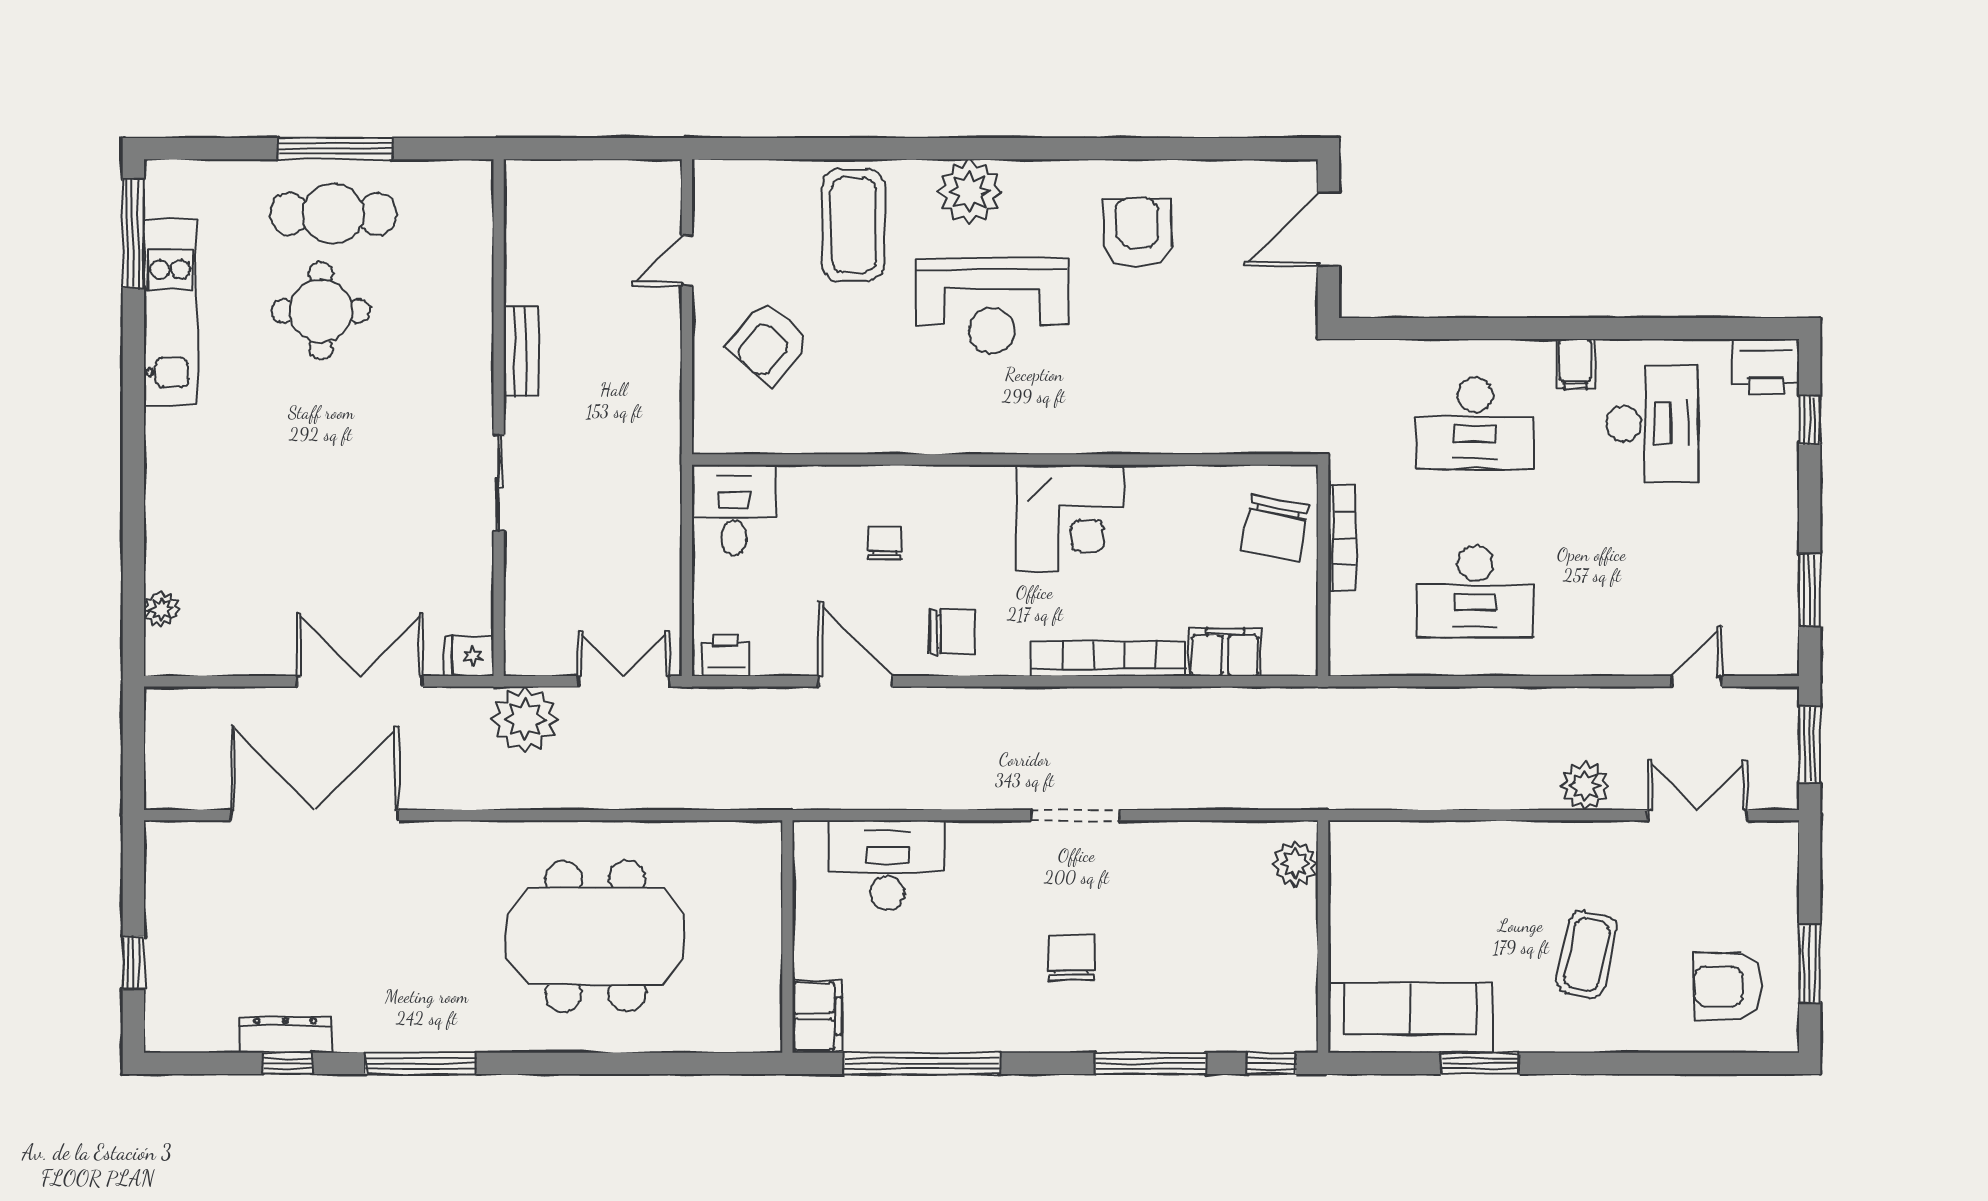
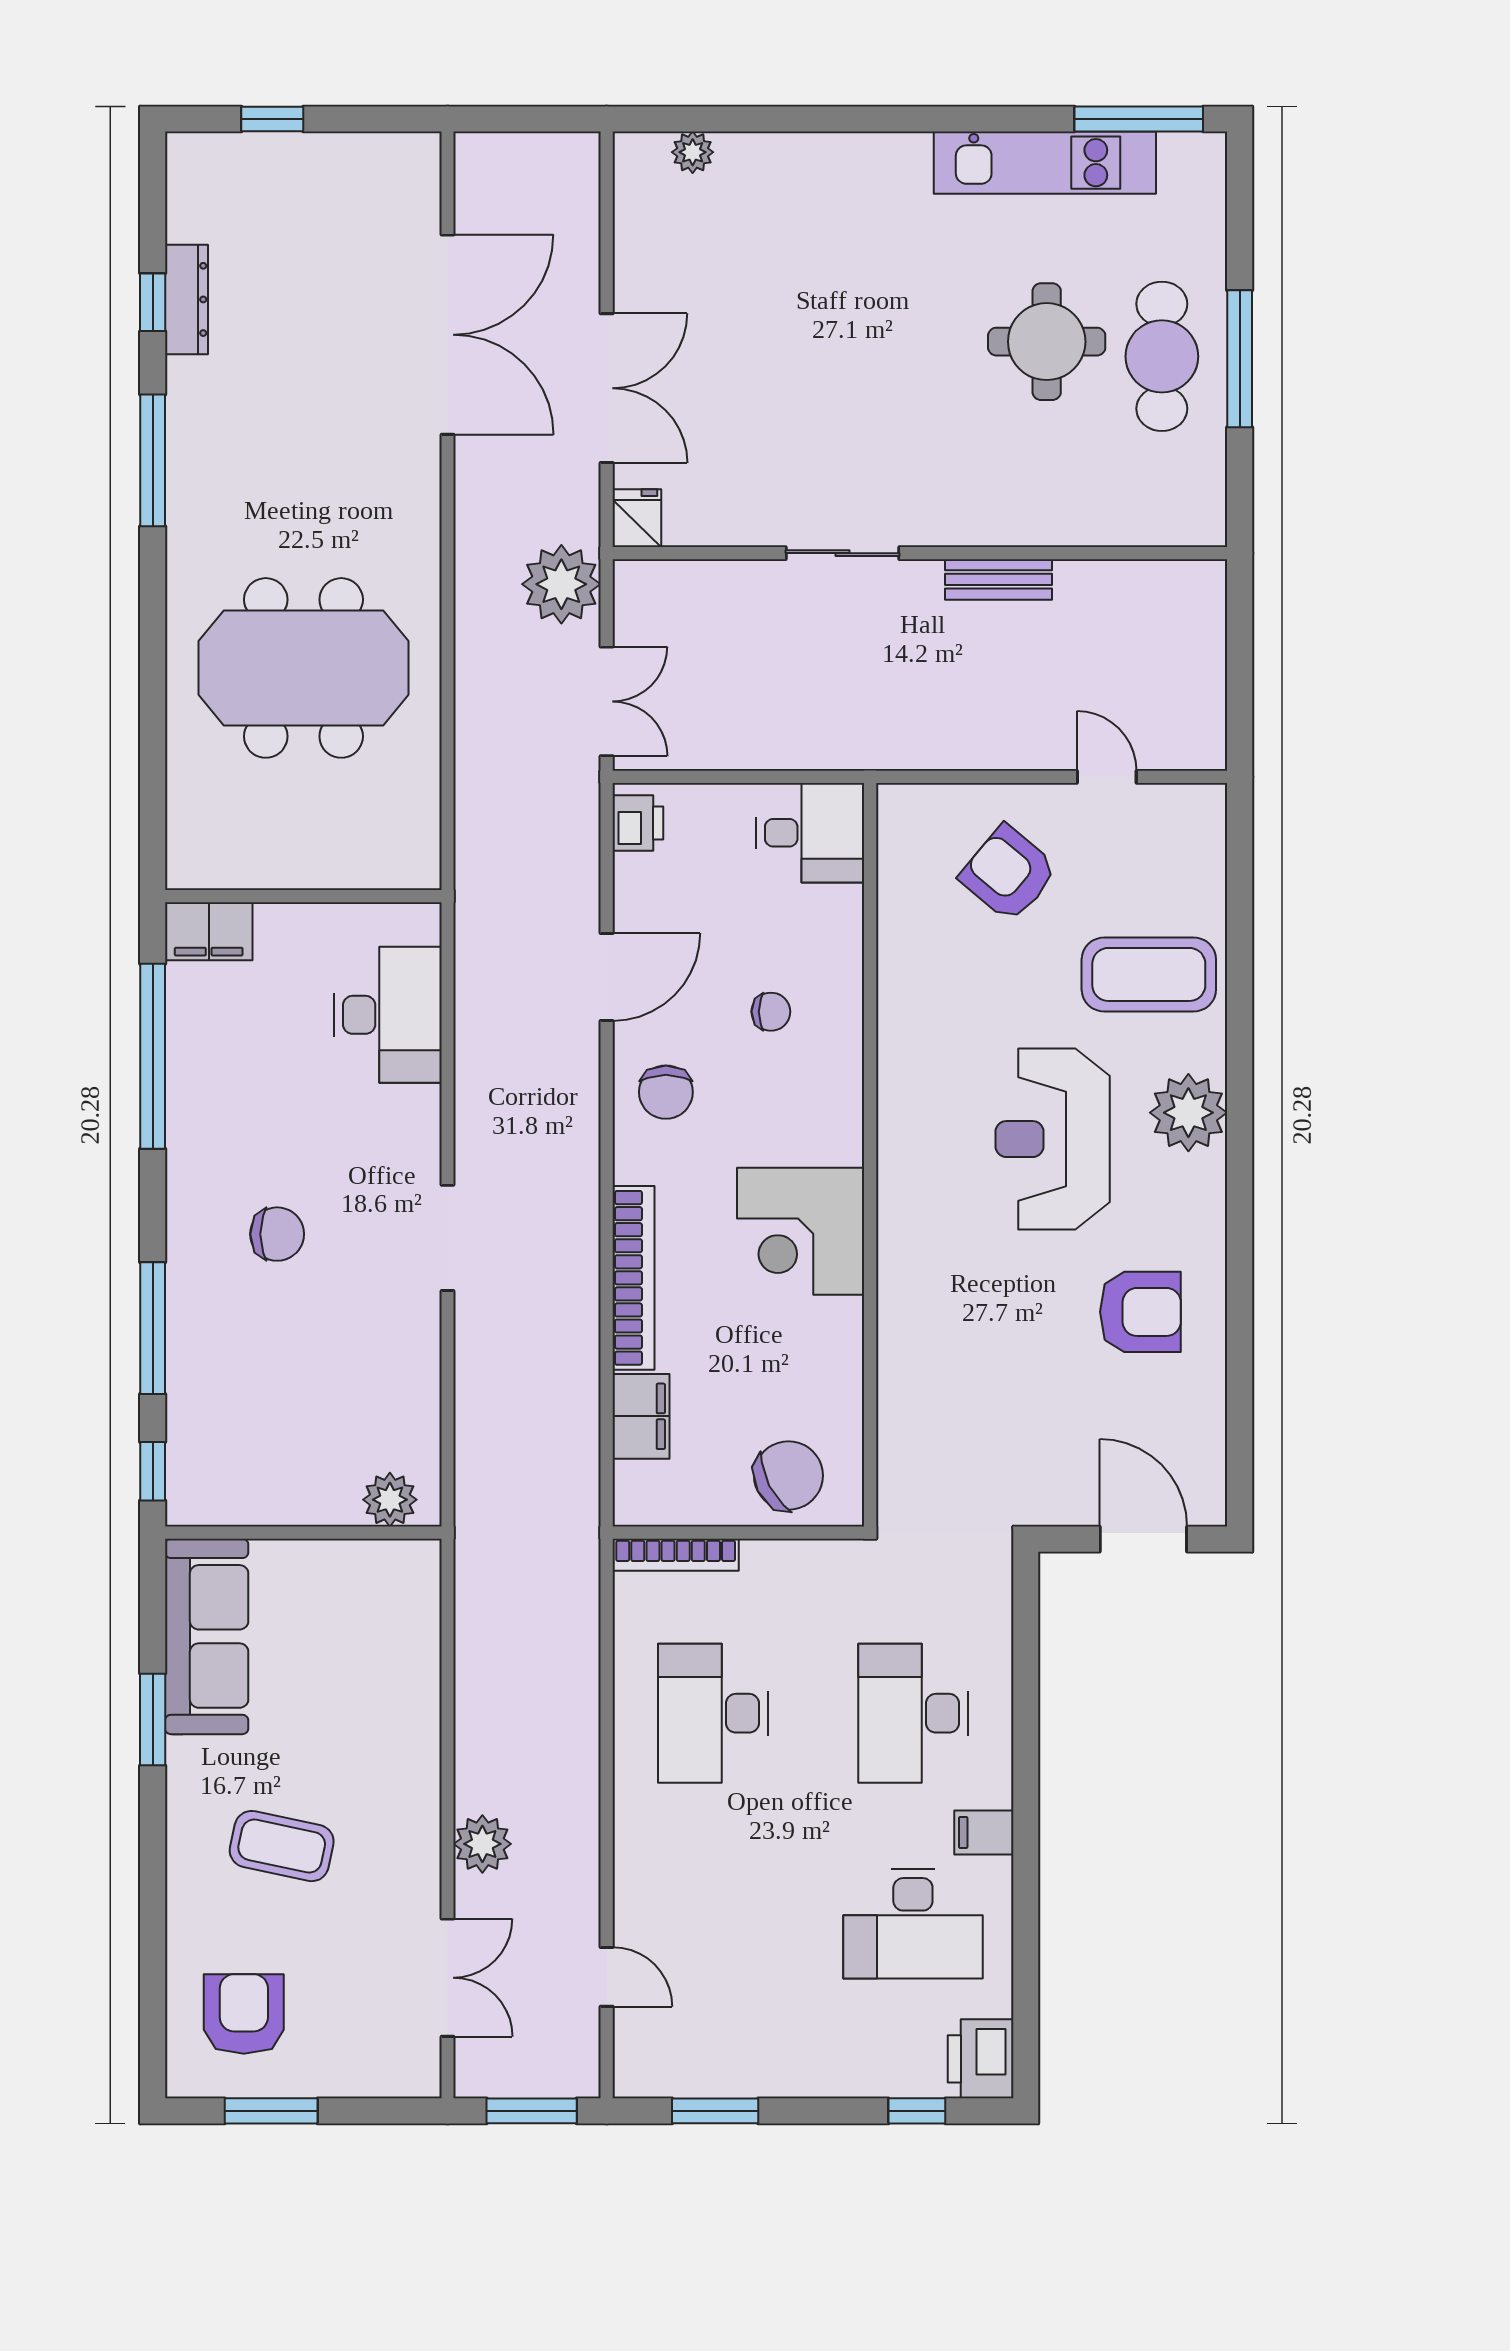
chair: (1275, 528) -> (788, 1476), turned 142
bookcase: (1342, 538) -> (676, 1555), moved
meeting table: (595, 936) -> (303, 668), turned 90

